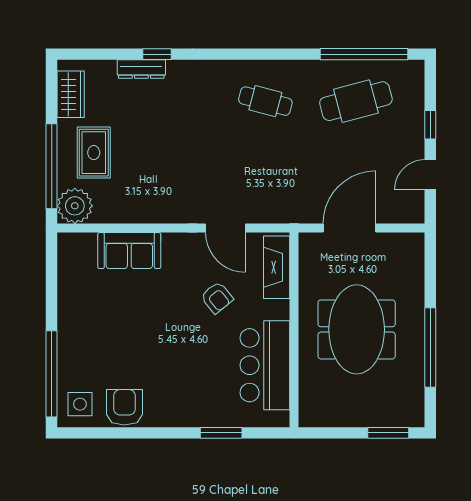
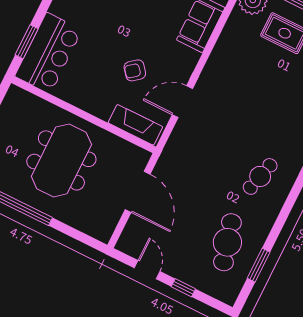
window: (364, 54) -> (259, 265), width x0.47
meeting table: (357, 329) -> (61, 160), turned 90
bar counter: (265, 365) -> (48, 53), moved, turned 90
window: (221, 433) -> (27, 42), moved

